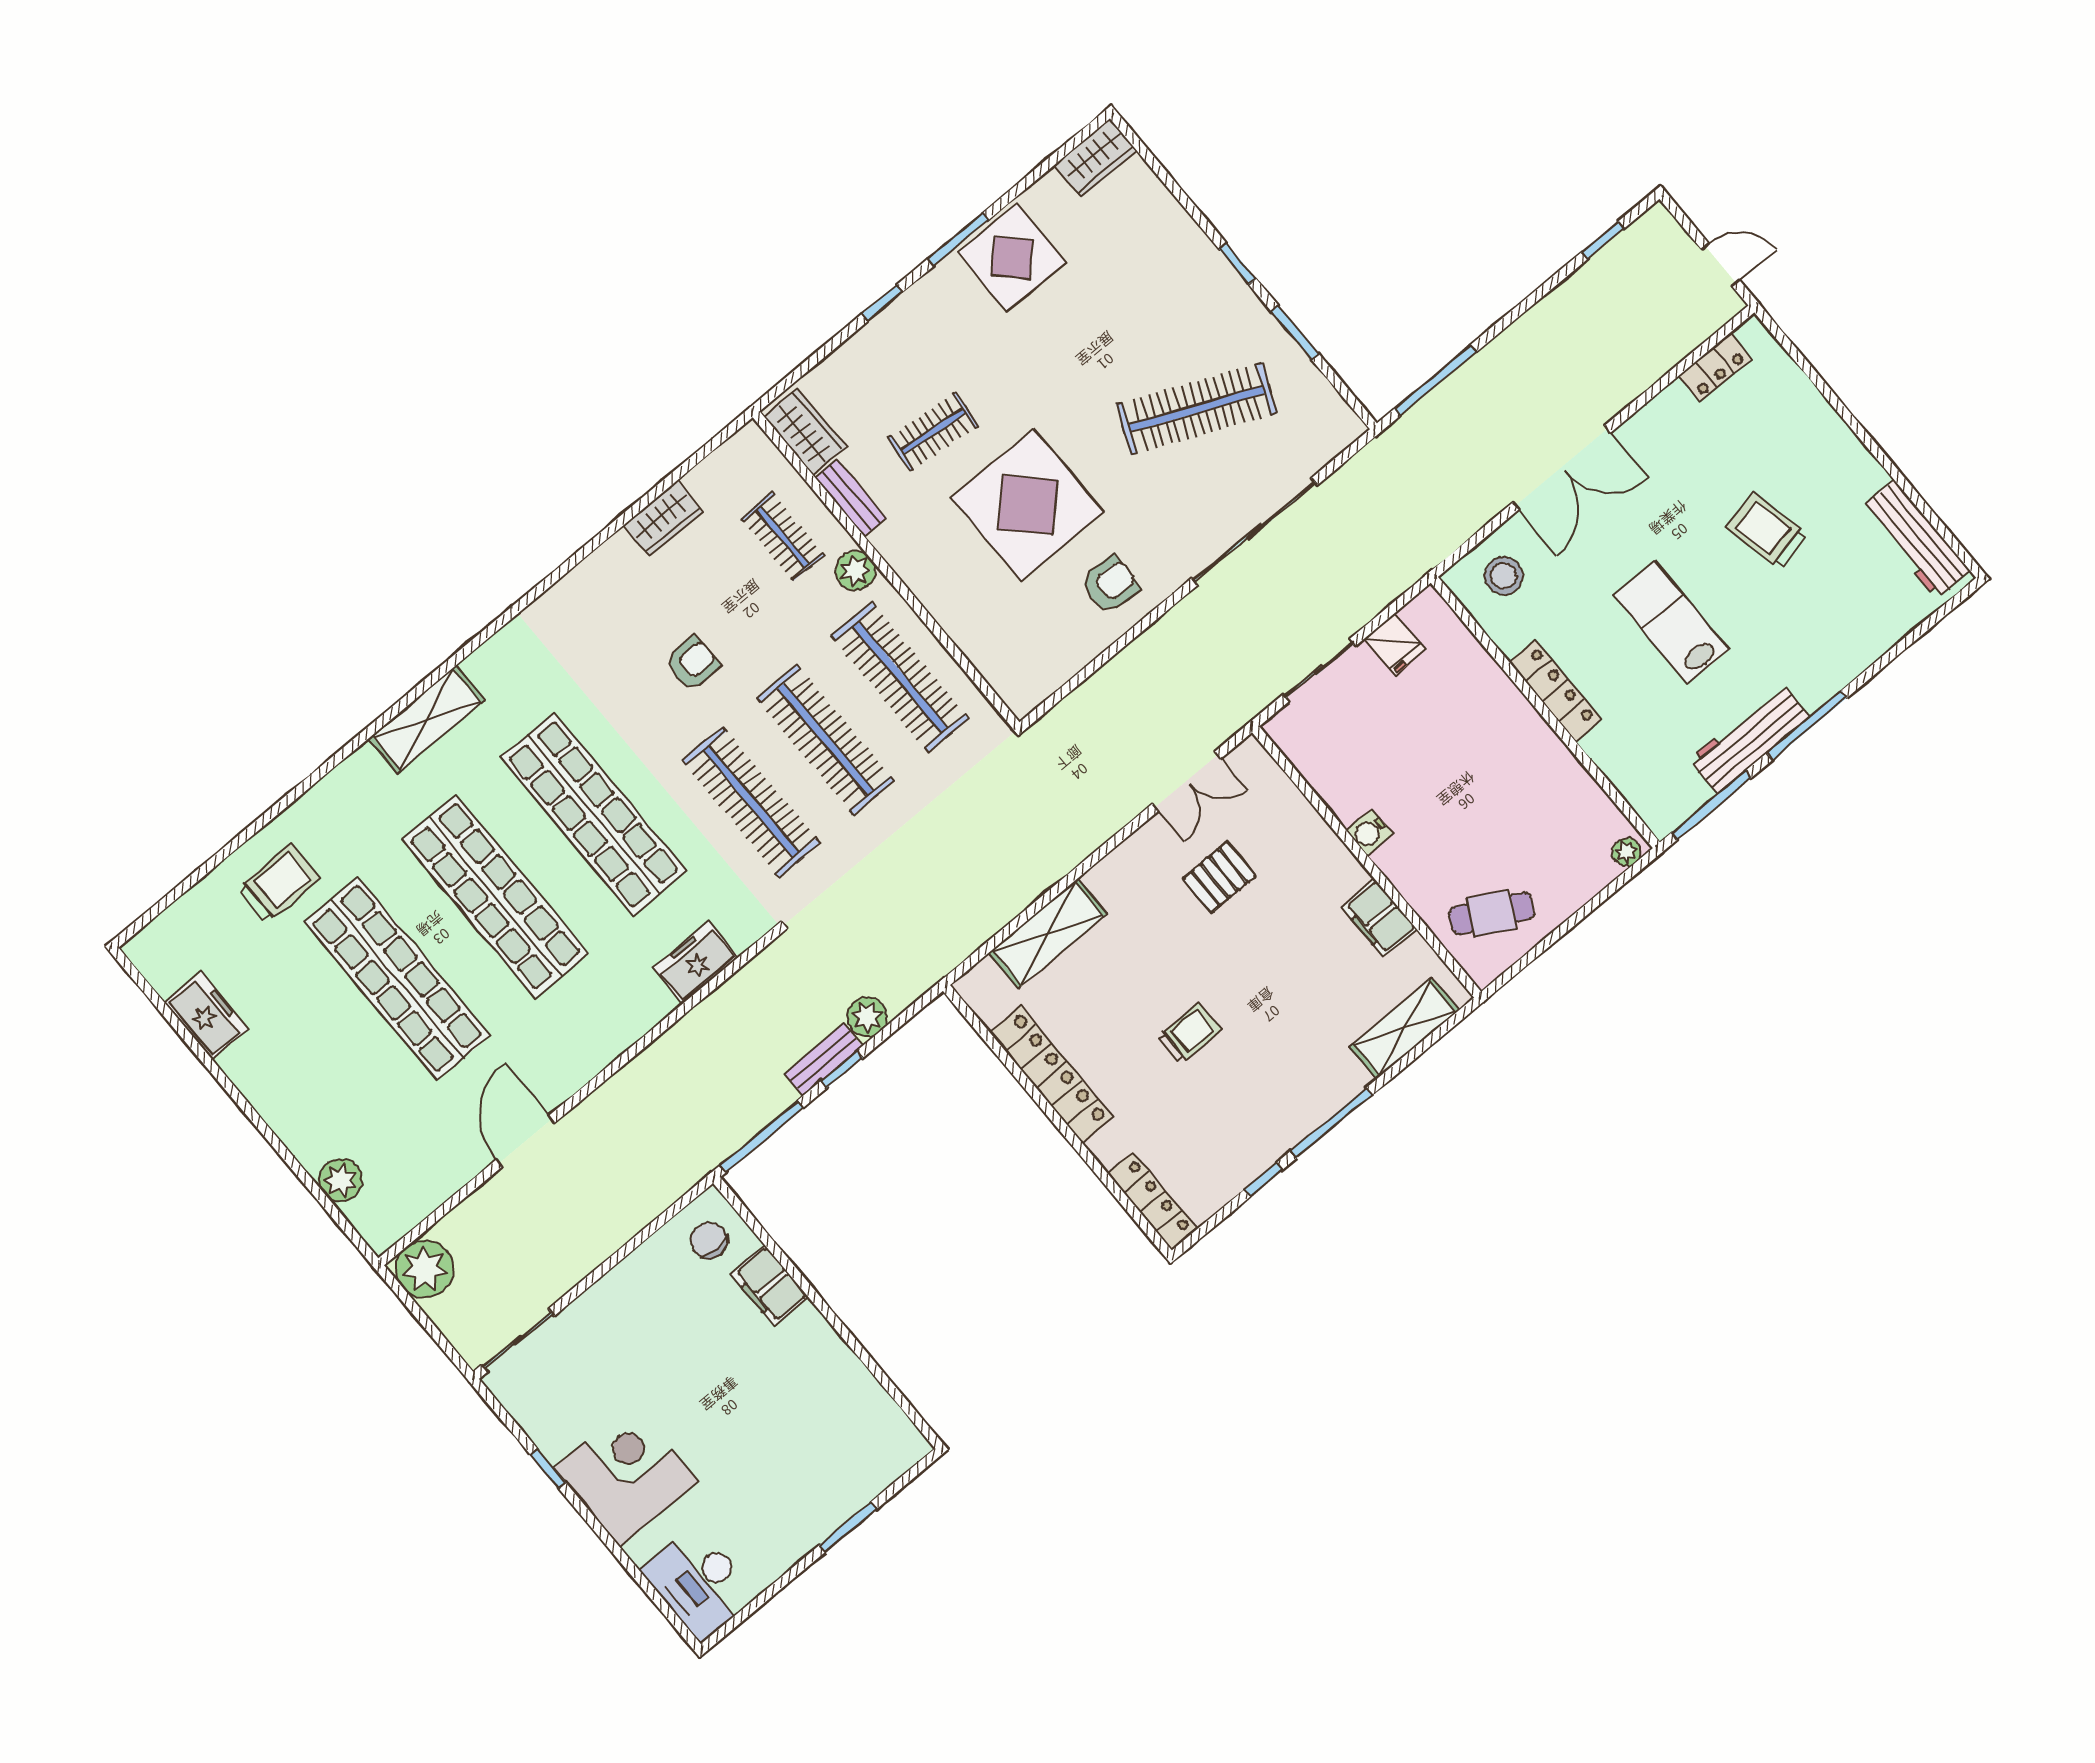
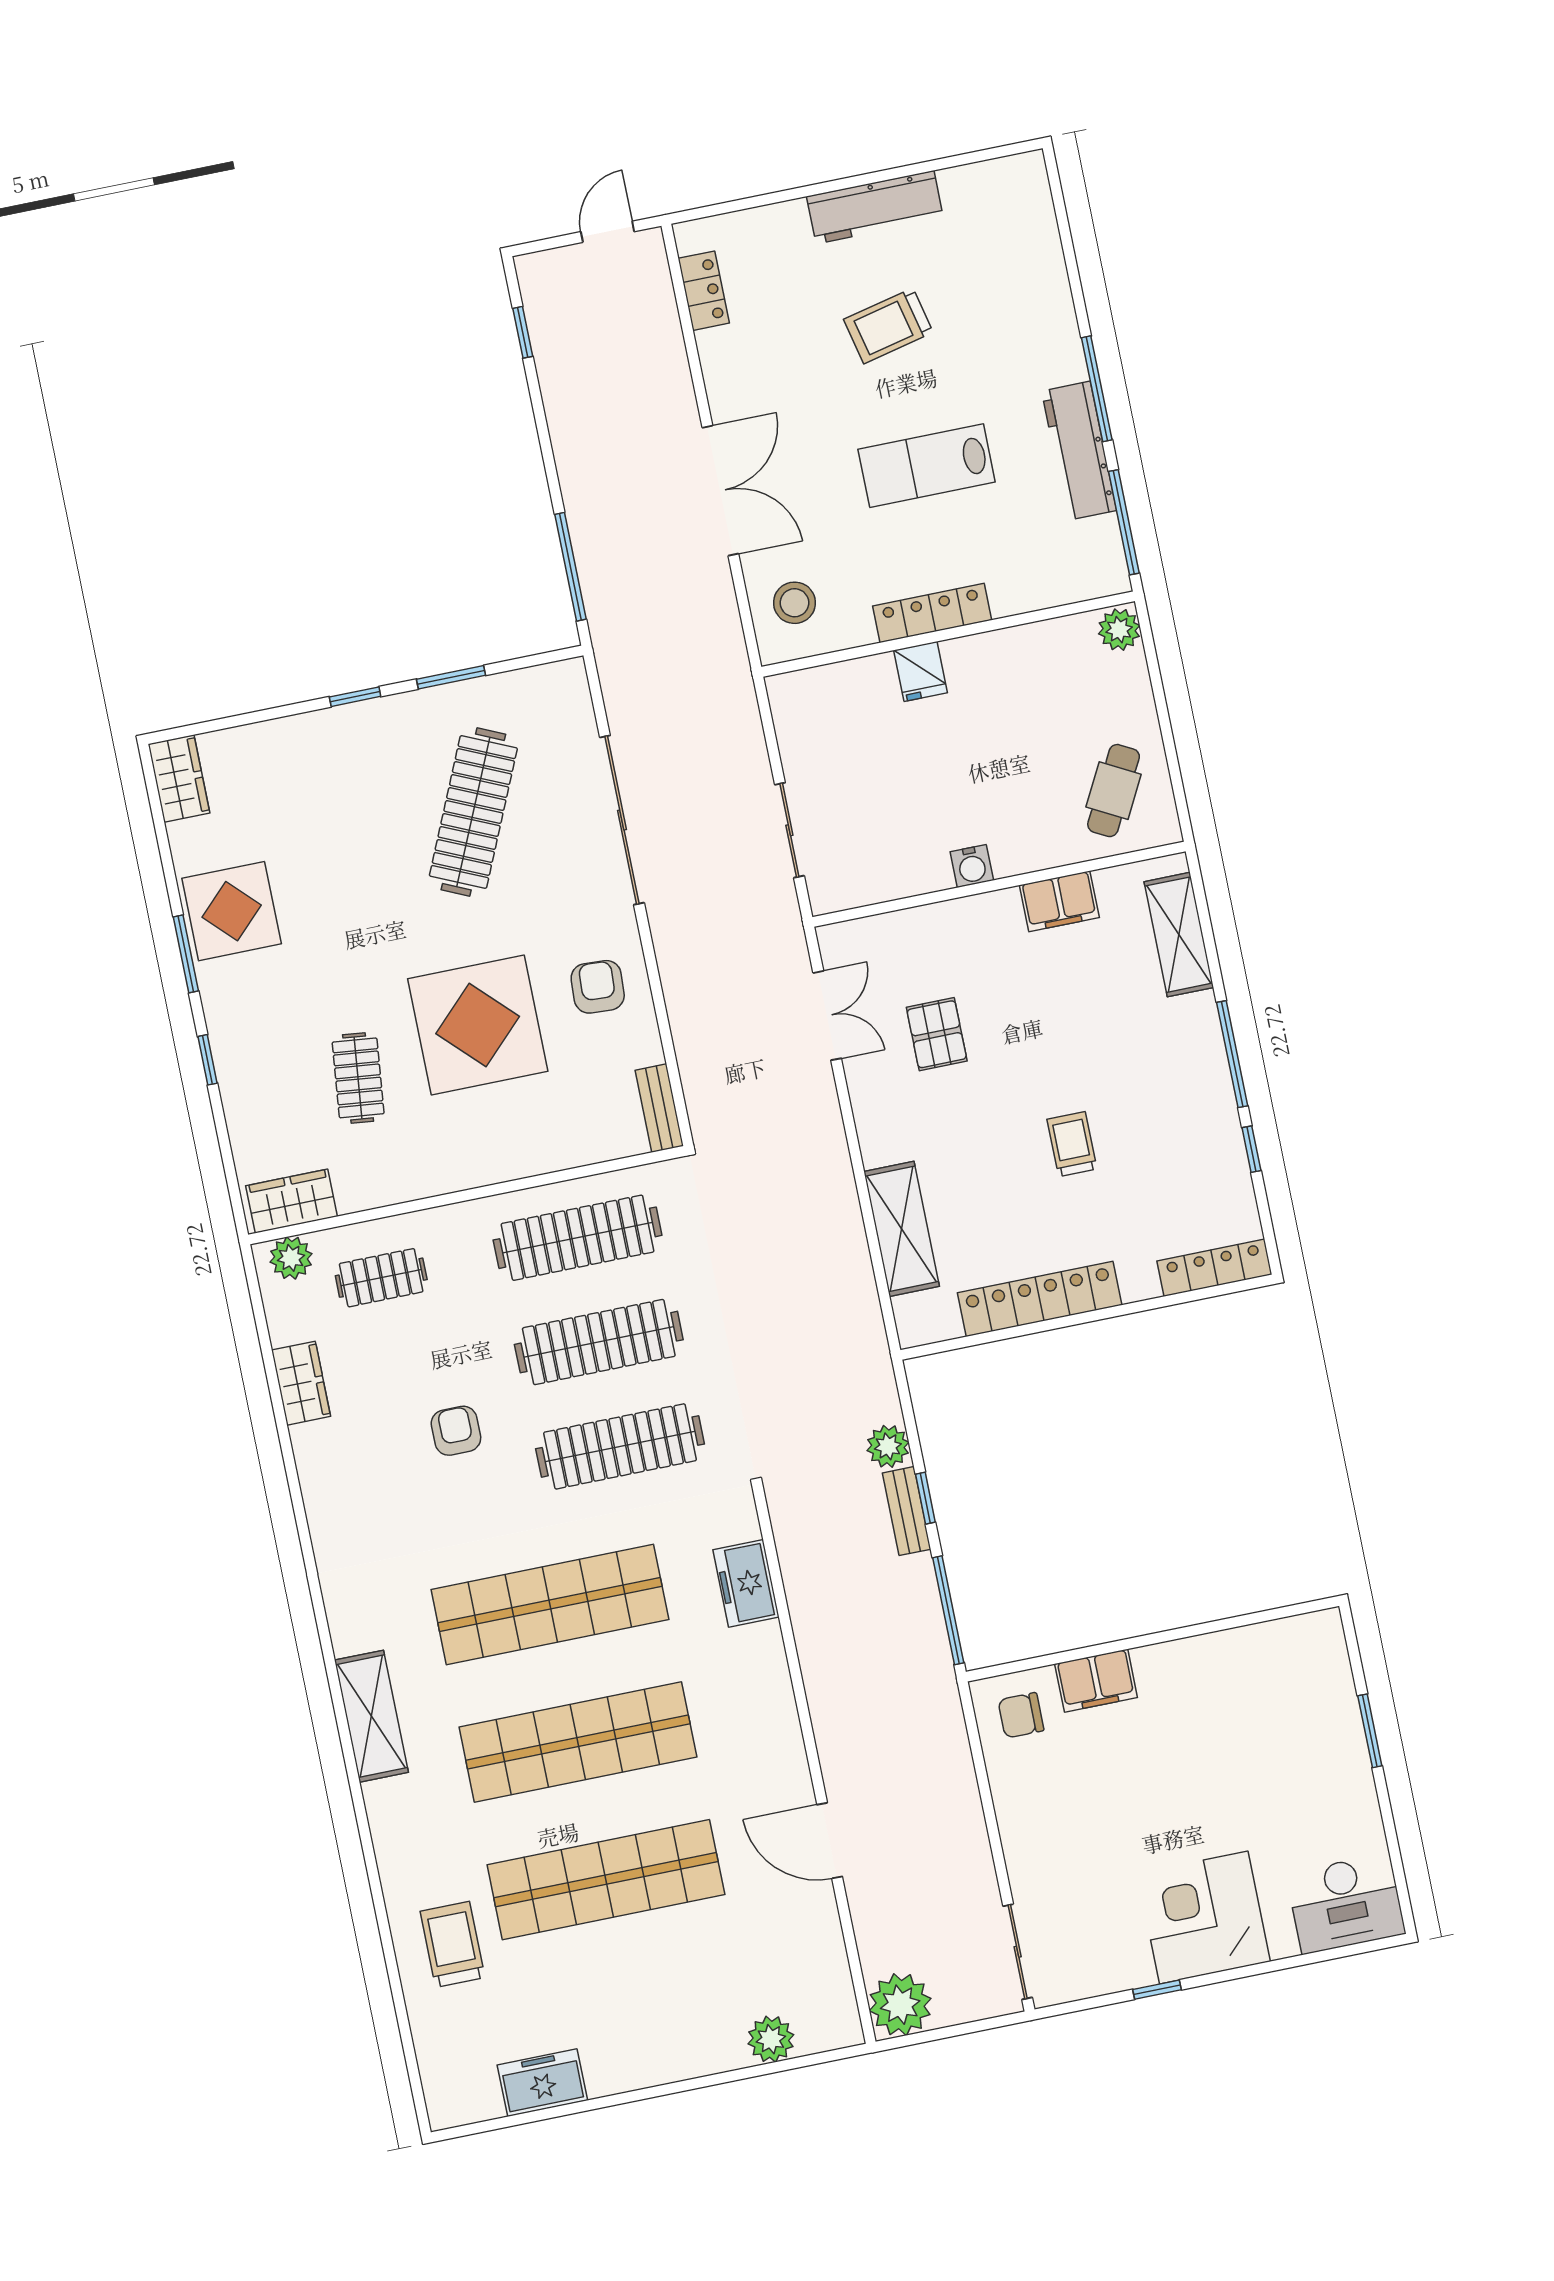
bench: (851, 498) -> (659, 1108), moved, turned 90
workbench: (1915, 539) -> (875, 207), moved
plant: (855, 571) -> (291, 1258), moved
fridge: (1395, 644) -> (921, 671), moved, turned 90
plant: (1626, 852) -> (1119, 630), width x1.38, depth x1.38

